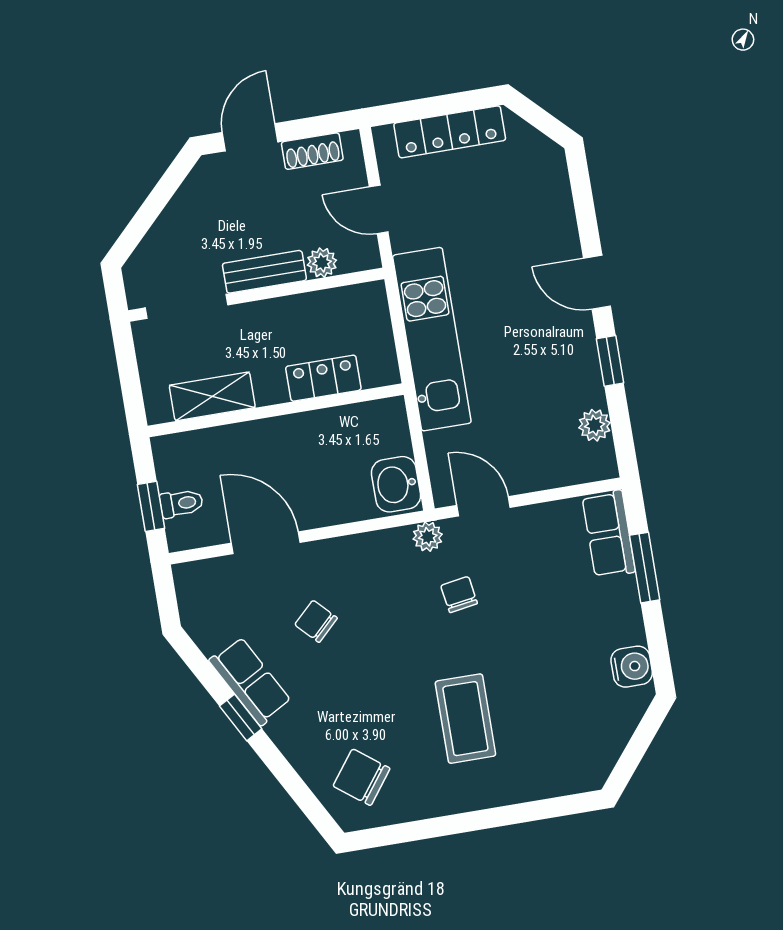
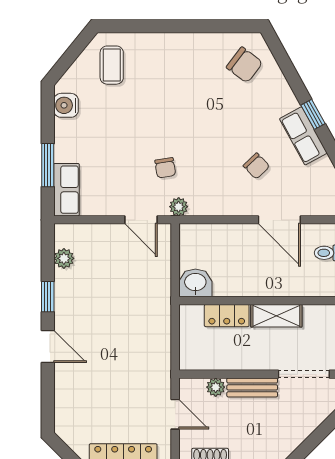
kitchen unit: (432, 339) -> (156, 328), removed
shelving: (212, 396) -> (276, 316), moved
washbasin: (396, 484) -> (195, 283), moved, turned -90
coffee table: (465, 719) -> (112, 65), moved, width x0.73, depth x0.77

